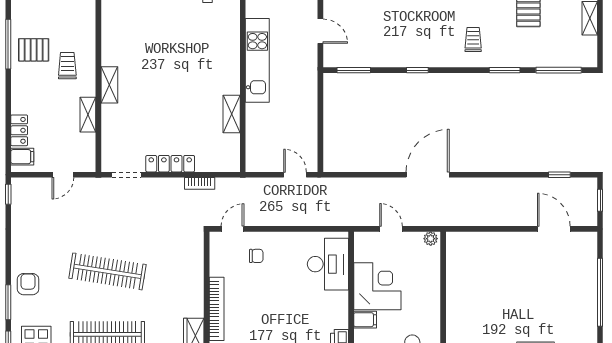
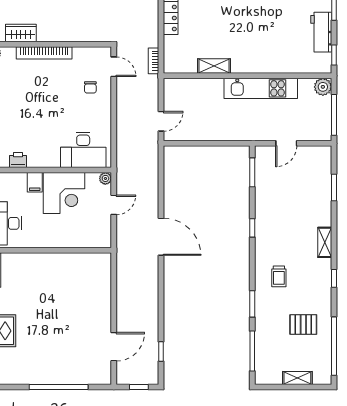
trolley: (473, 40) -> (279, 276), turned 90
bookcase: (200, 183) -> (153, 61), moved
plant: (431, 239) -> (105, 178), moved

